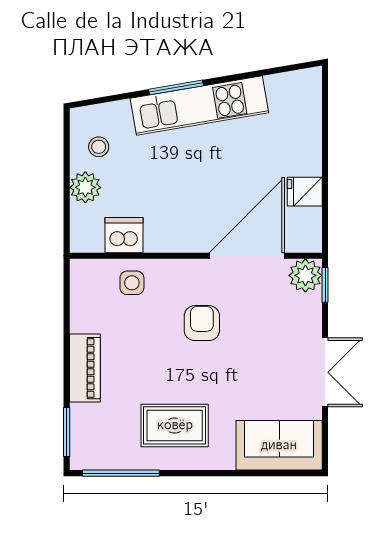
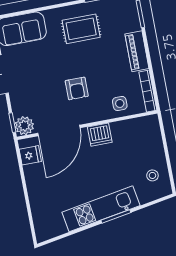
plant: (85, 187) -> (156, 152), removed
fridge: (305, 192) -> (30, 155), moved
dishwasher: (124, 235) -> (100, 135), moved
bookcase: (79, 295) -> (148, 91), added

